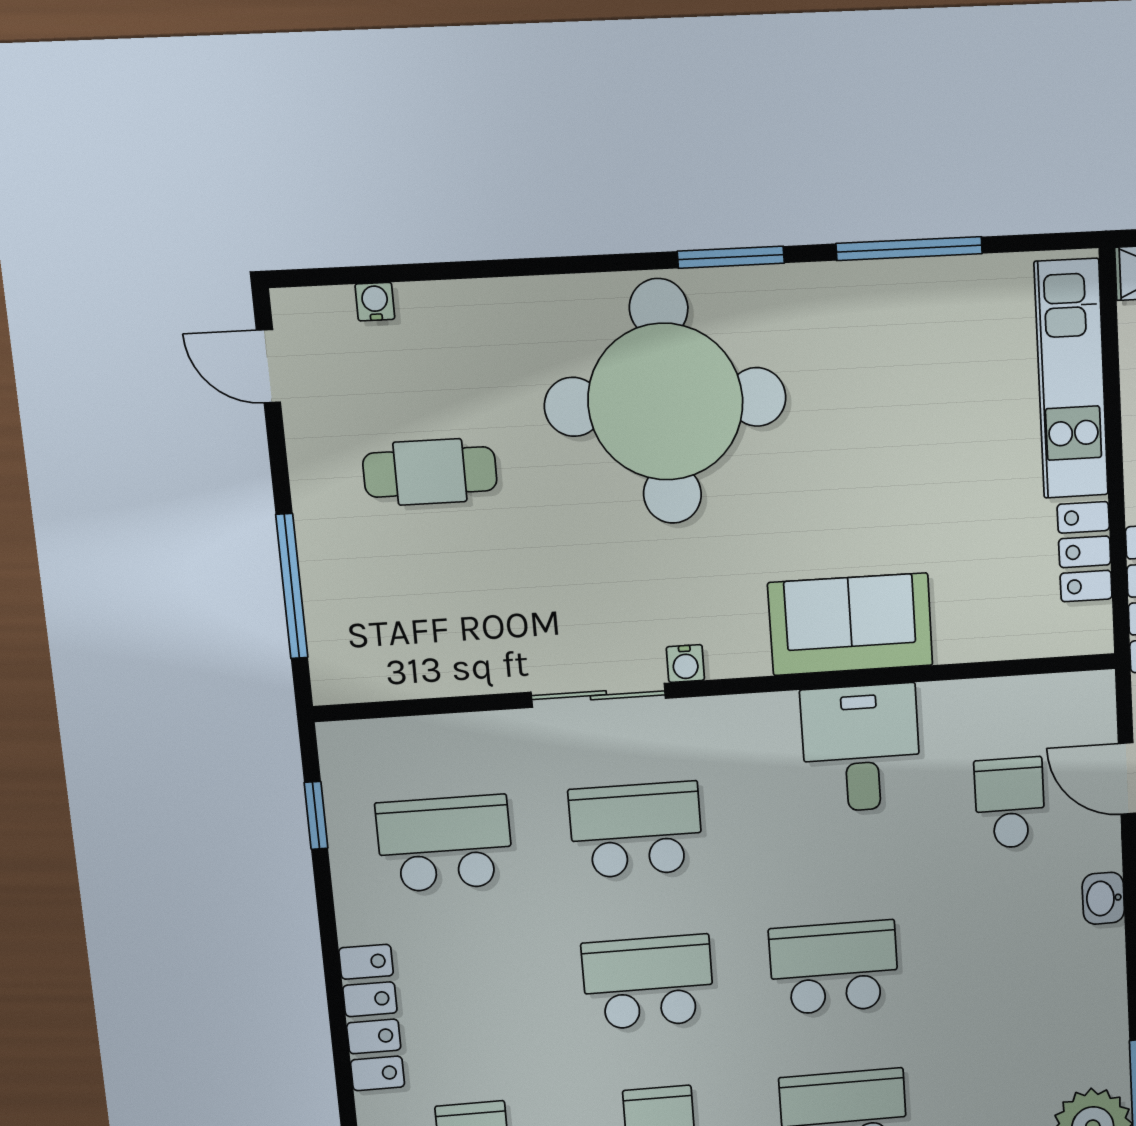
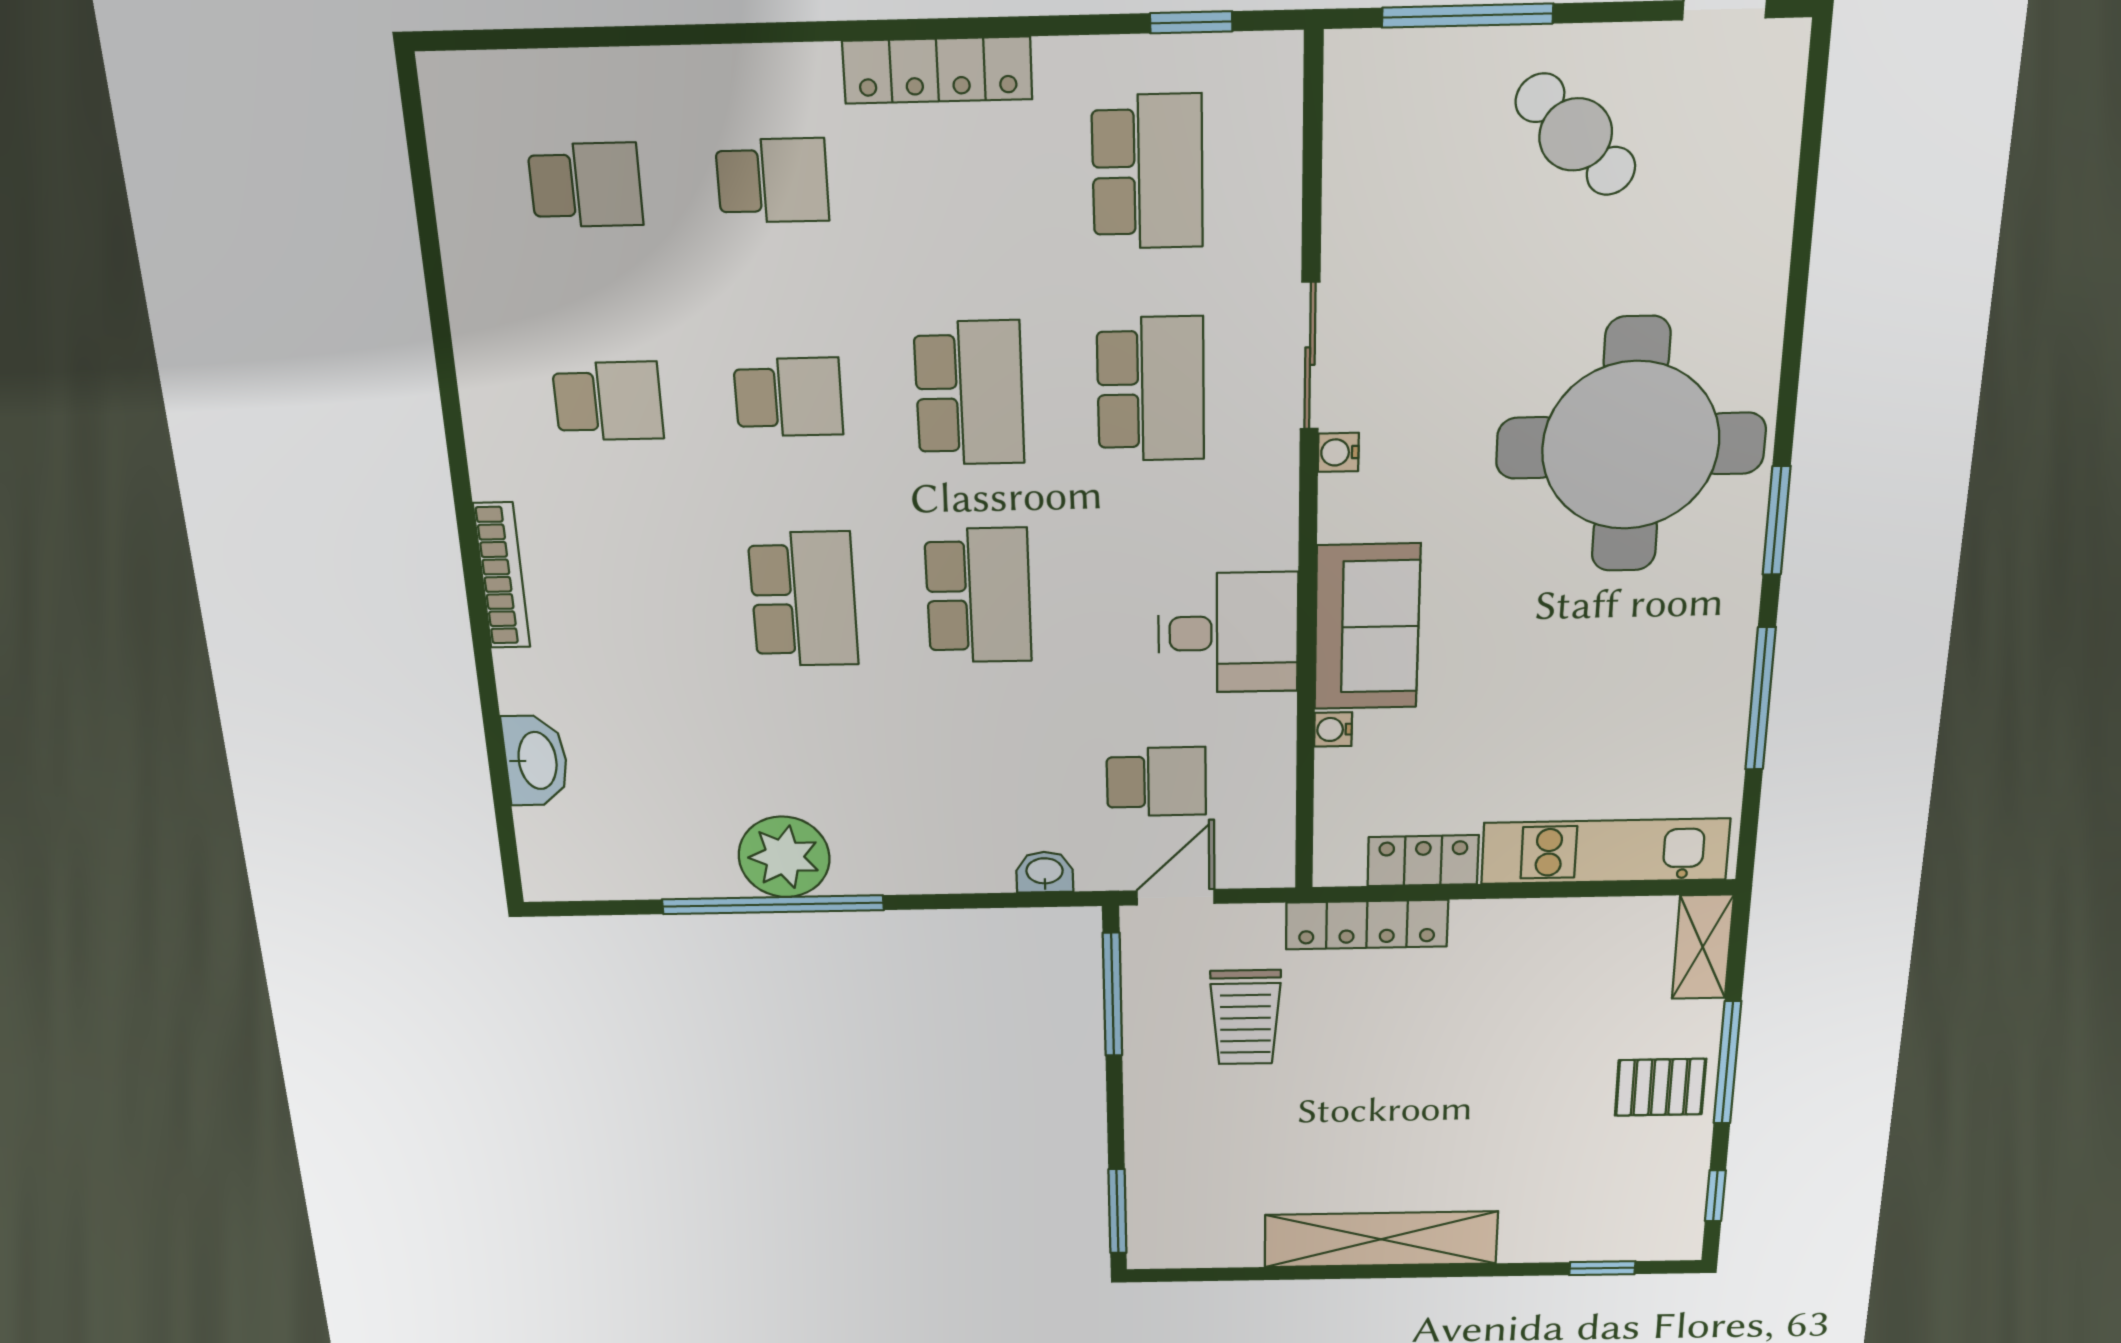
water cooler: (375, 302) -> (1333, 729), moved, turned 180
cafe table: (430, 472) -> (1576, 134), moved, turned -45

